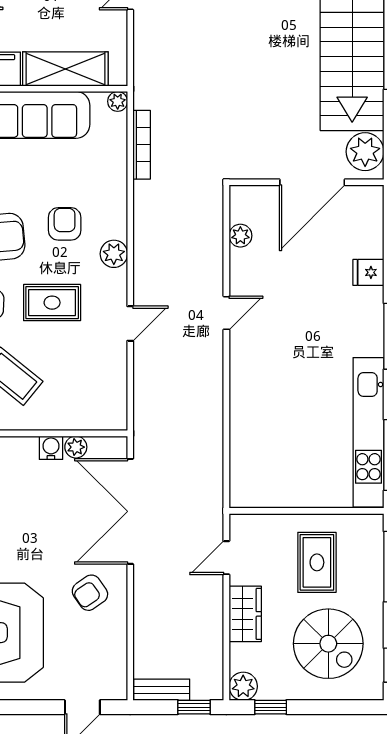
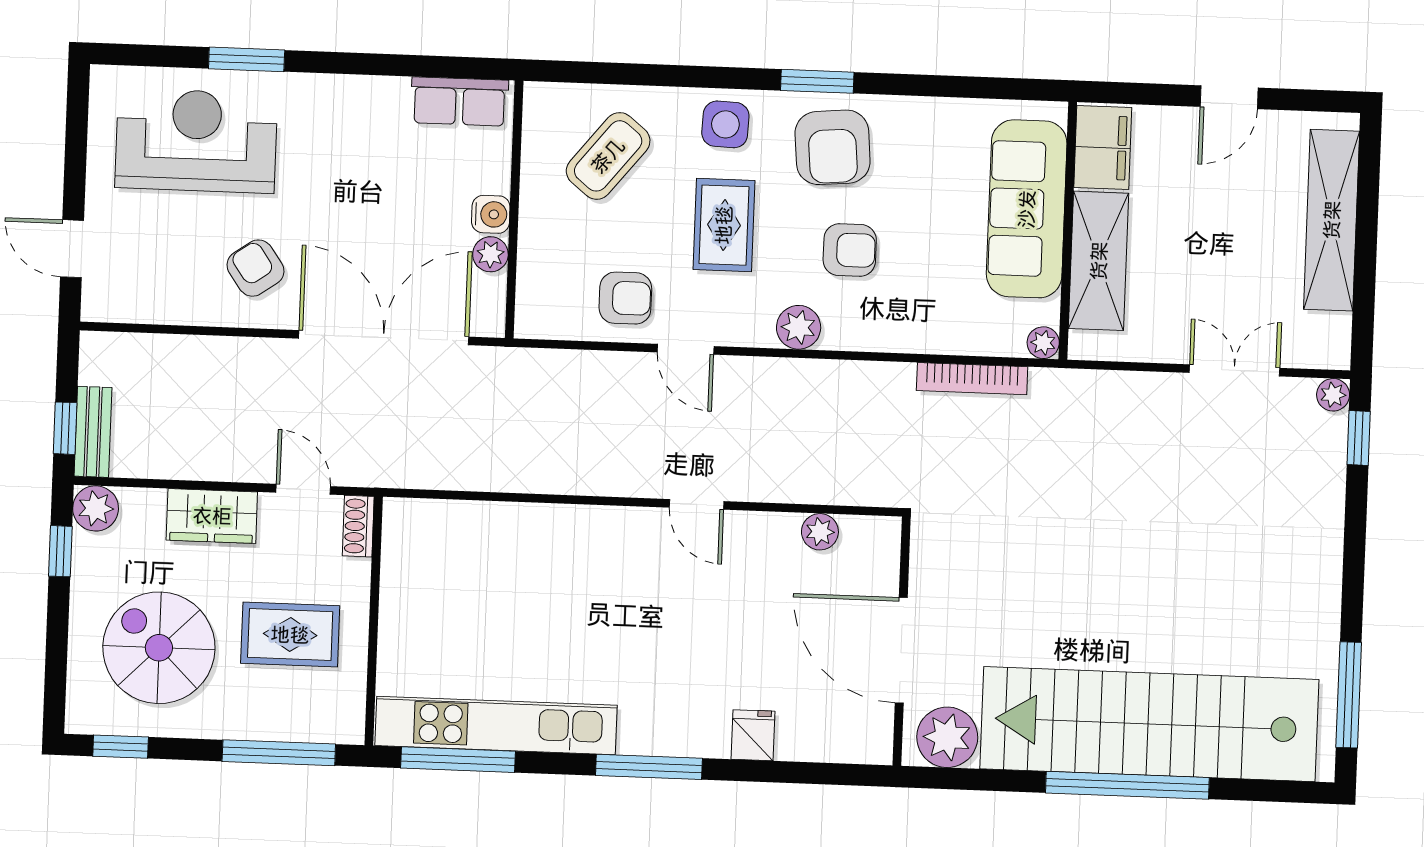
armchair: (100, 362) -> (625, 298), added
shoe rack: (248, 523) -> (358, 526), added
spiral stairs: (328, 644) -> (159, 648), turned 90
bench: (162, 690) -> (93, 432), moved

